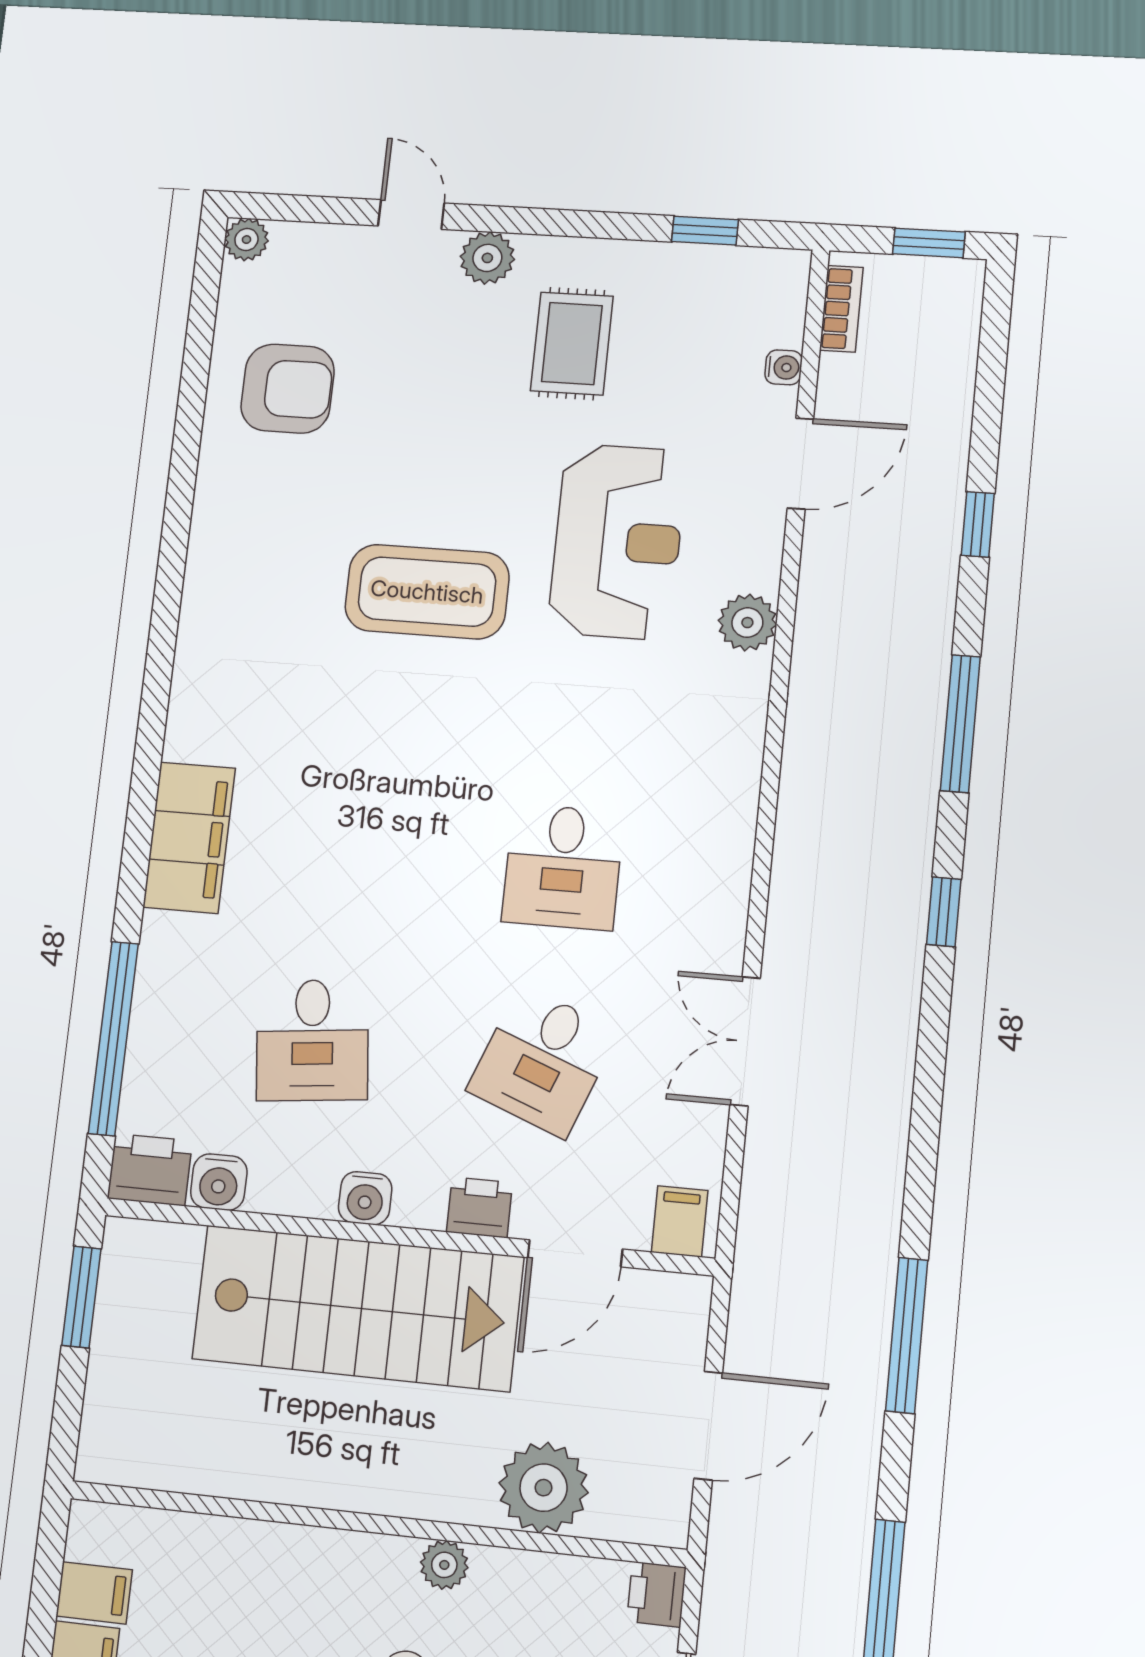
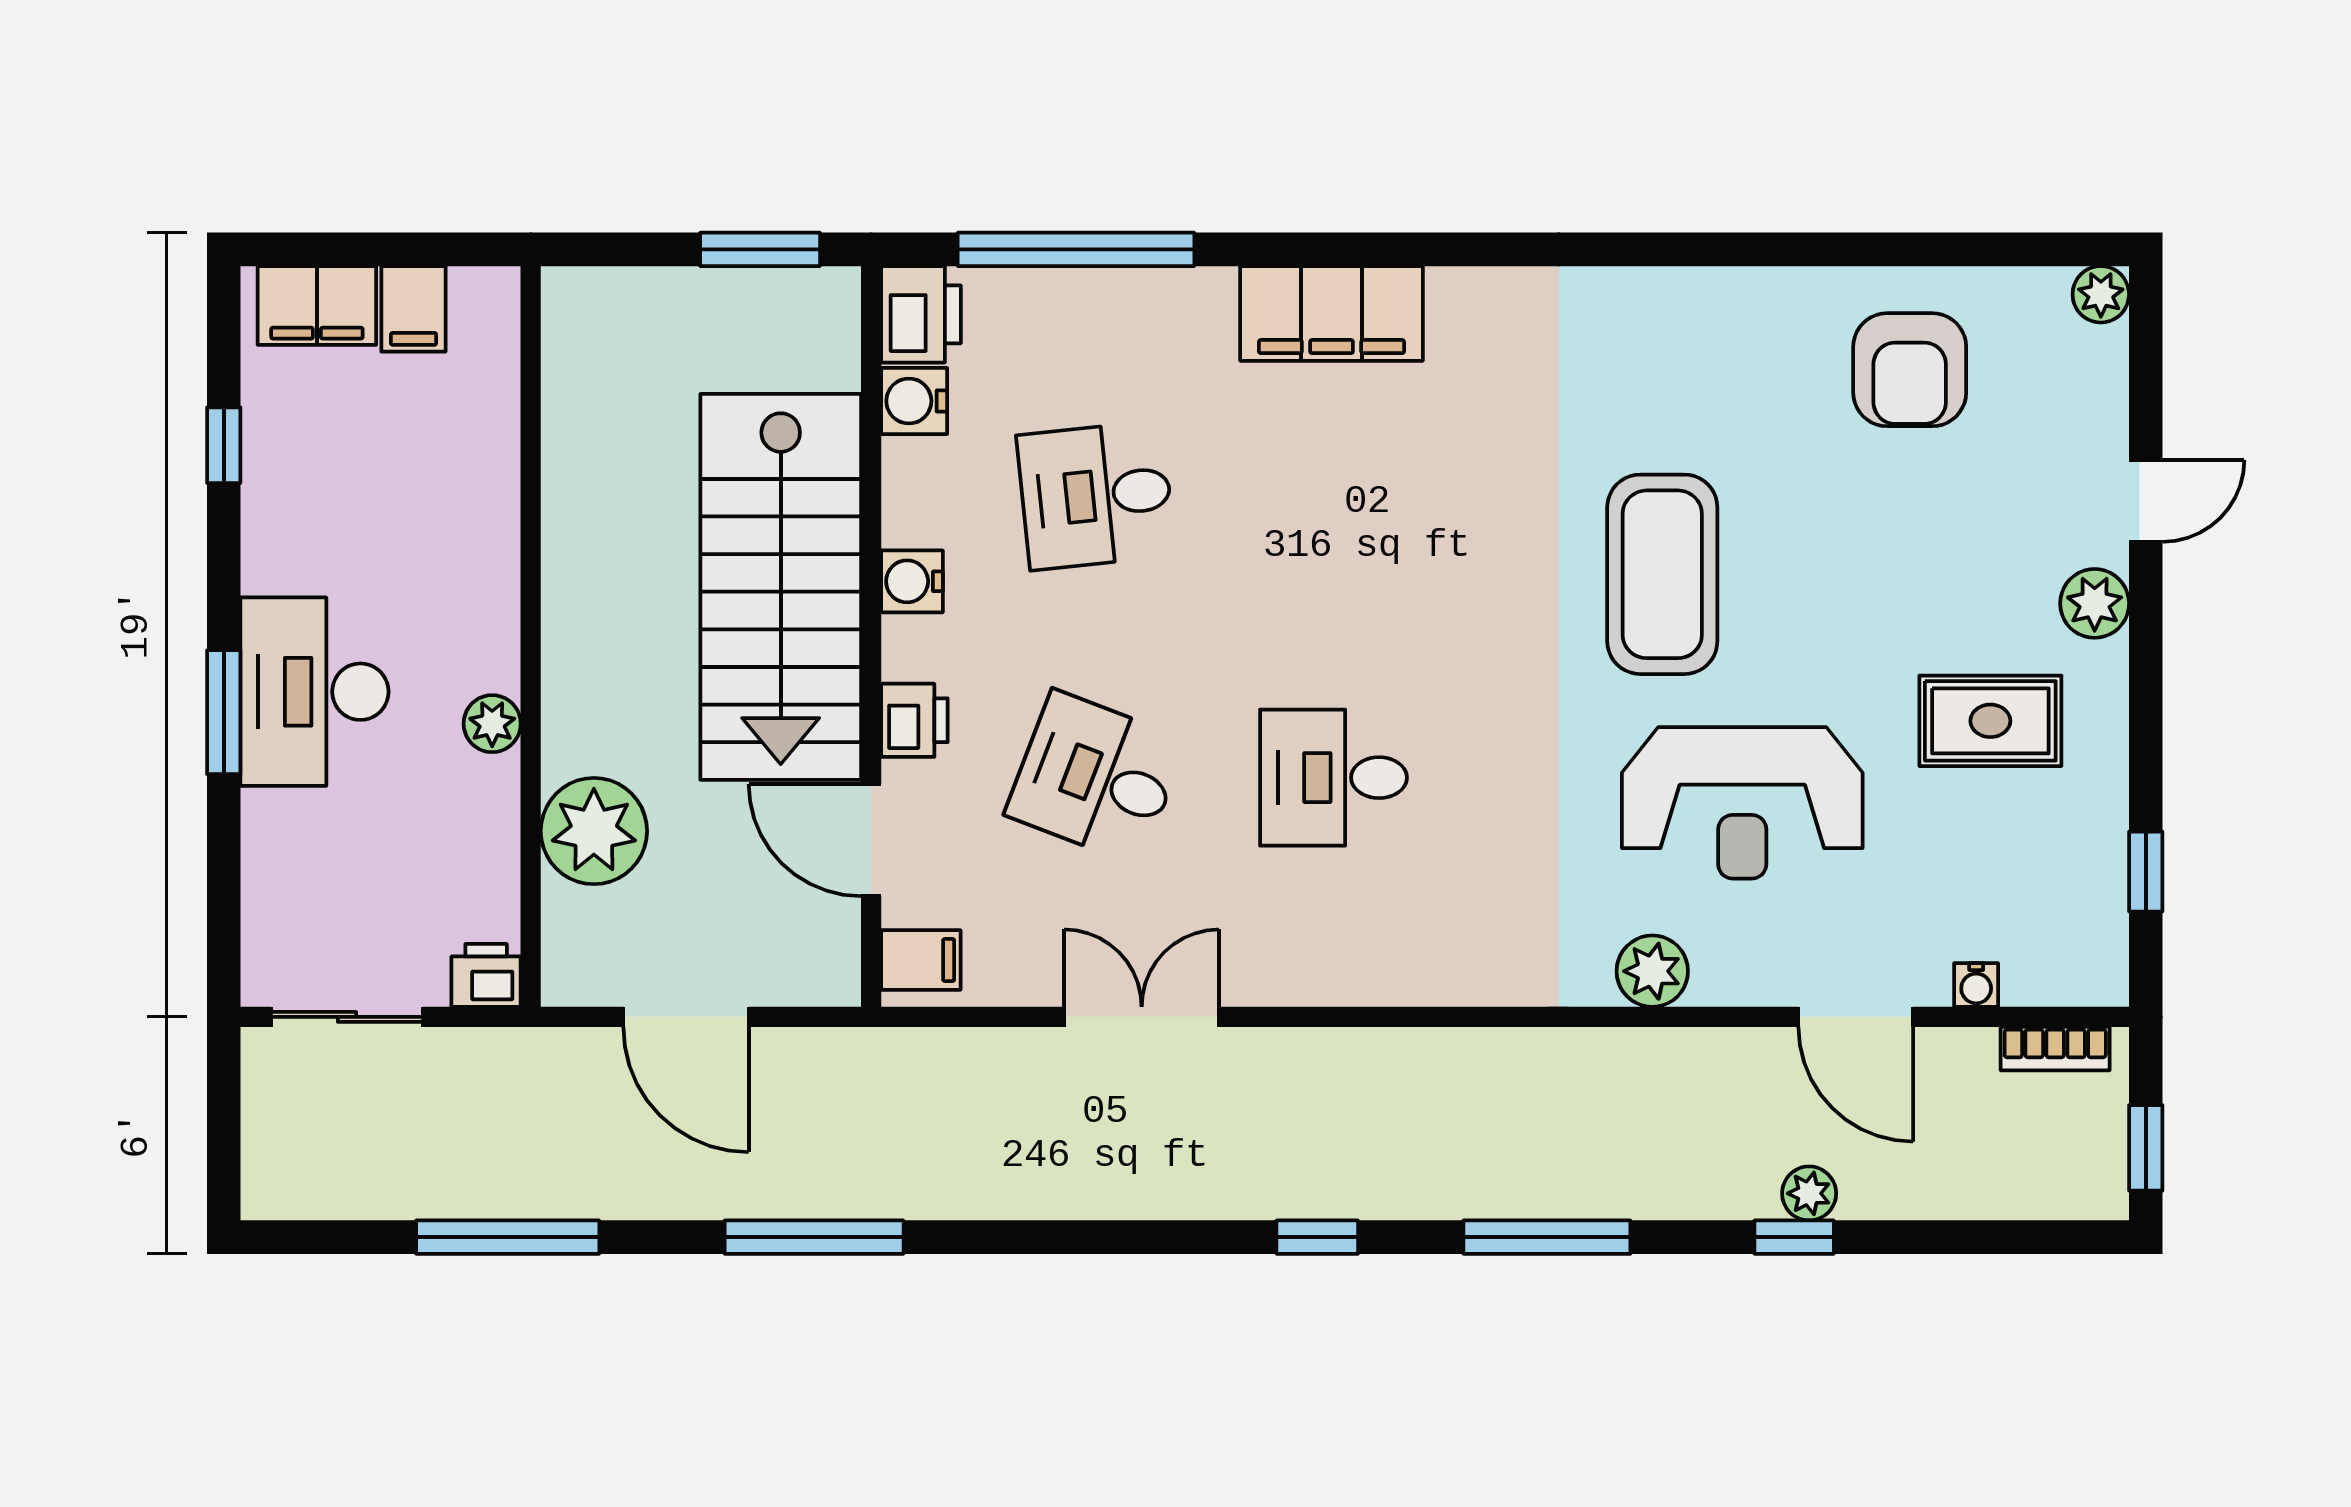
plant: (943, 510) -> (1809, 1193), added

